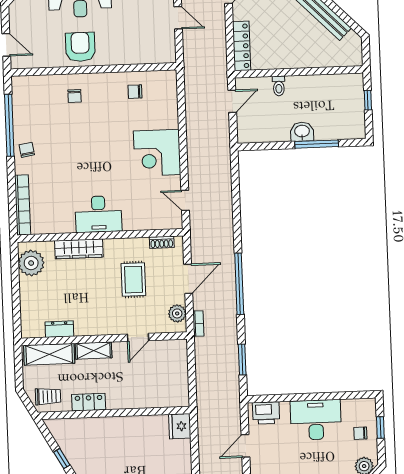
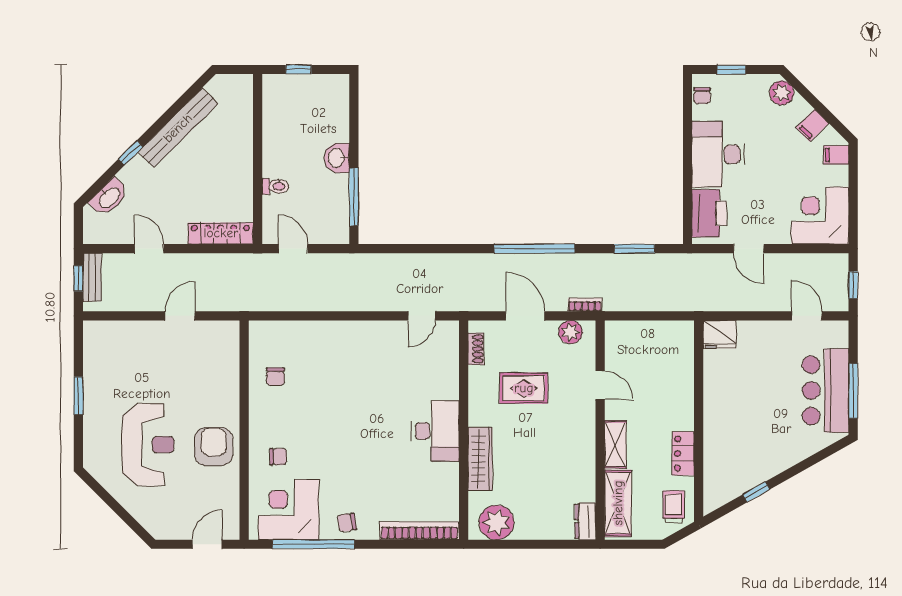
armchair: (80, 47) -> (214, 447), turned 90
window: (317, 144) -> (354, 197), moved
corner desk: (157, 153) -> (288, 510), moved, turned 180
dresser: (59, 329) -> (585, 521), moved
printer: (266, 413) -> (709, 213), width x1.37, depth x1.19
chair: (360, 433) -> (702, 96), moved

